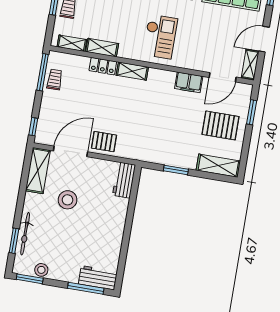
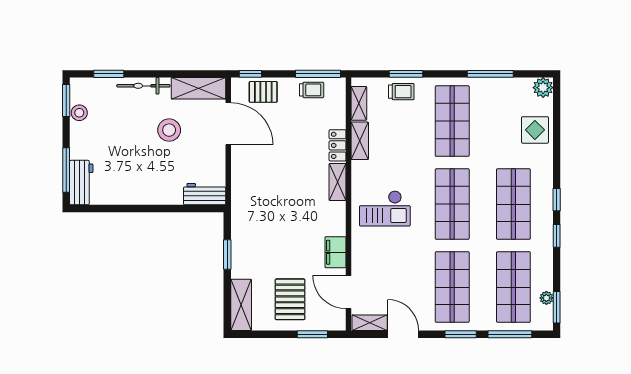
pallet: (104, 142) -> (263, 92), moved, turned 90
bicycle: (25, 234) -> (143, 86), moved

